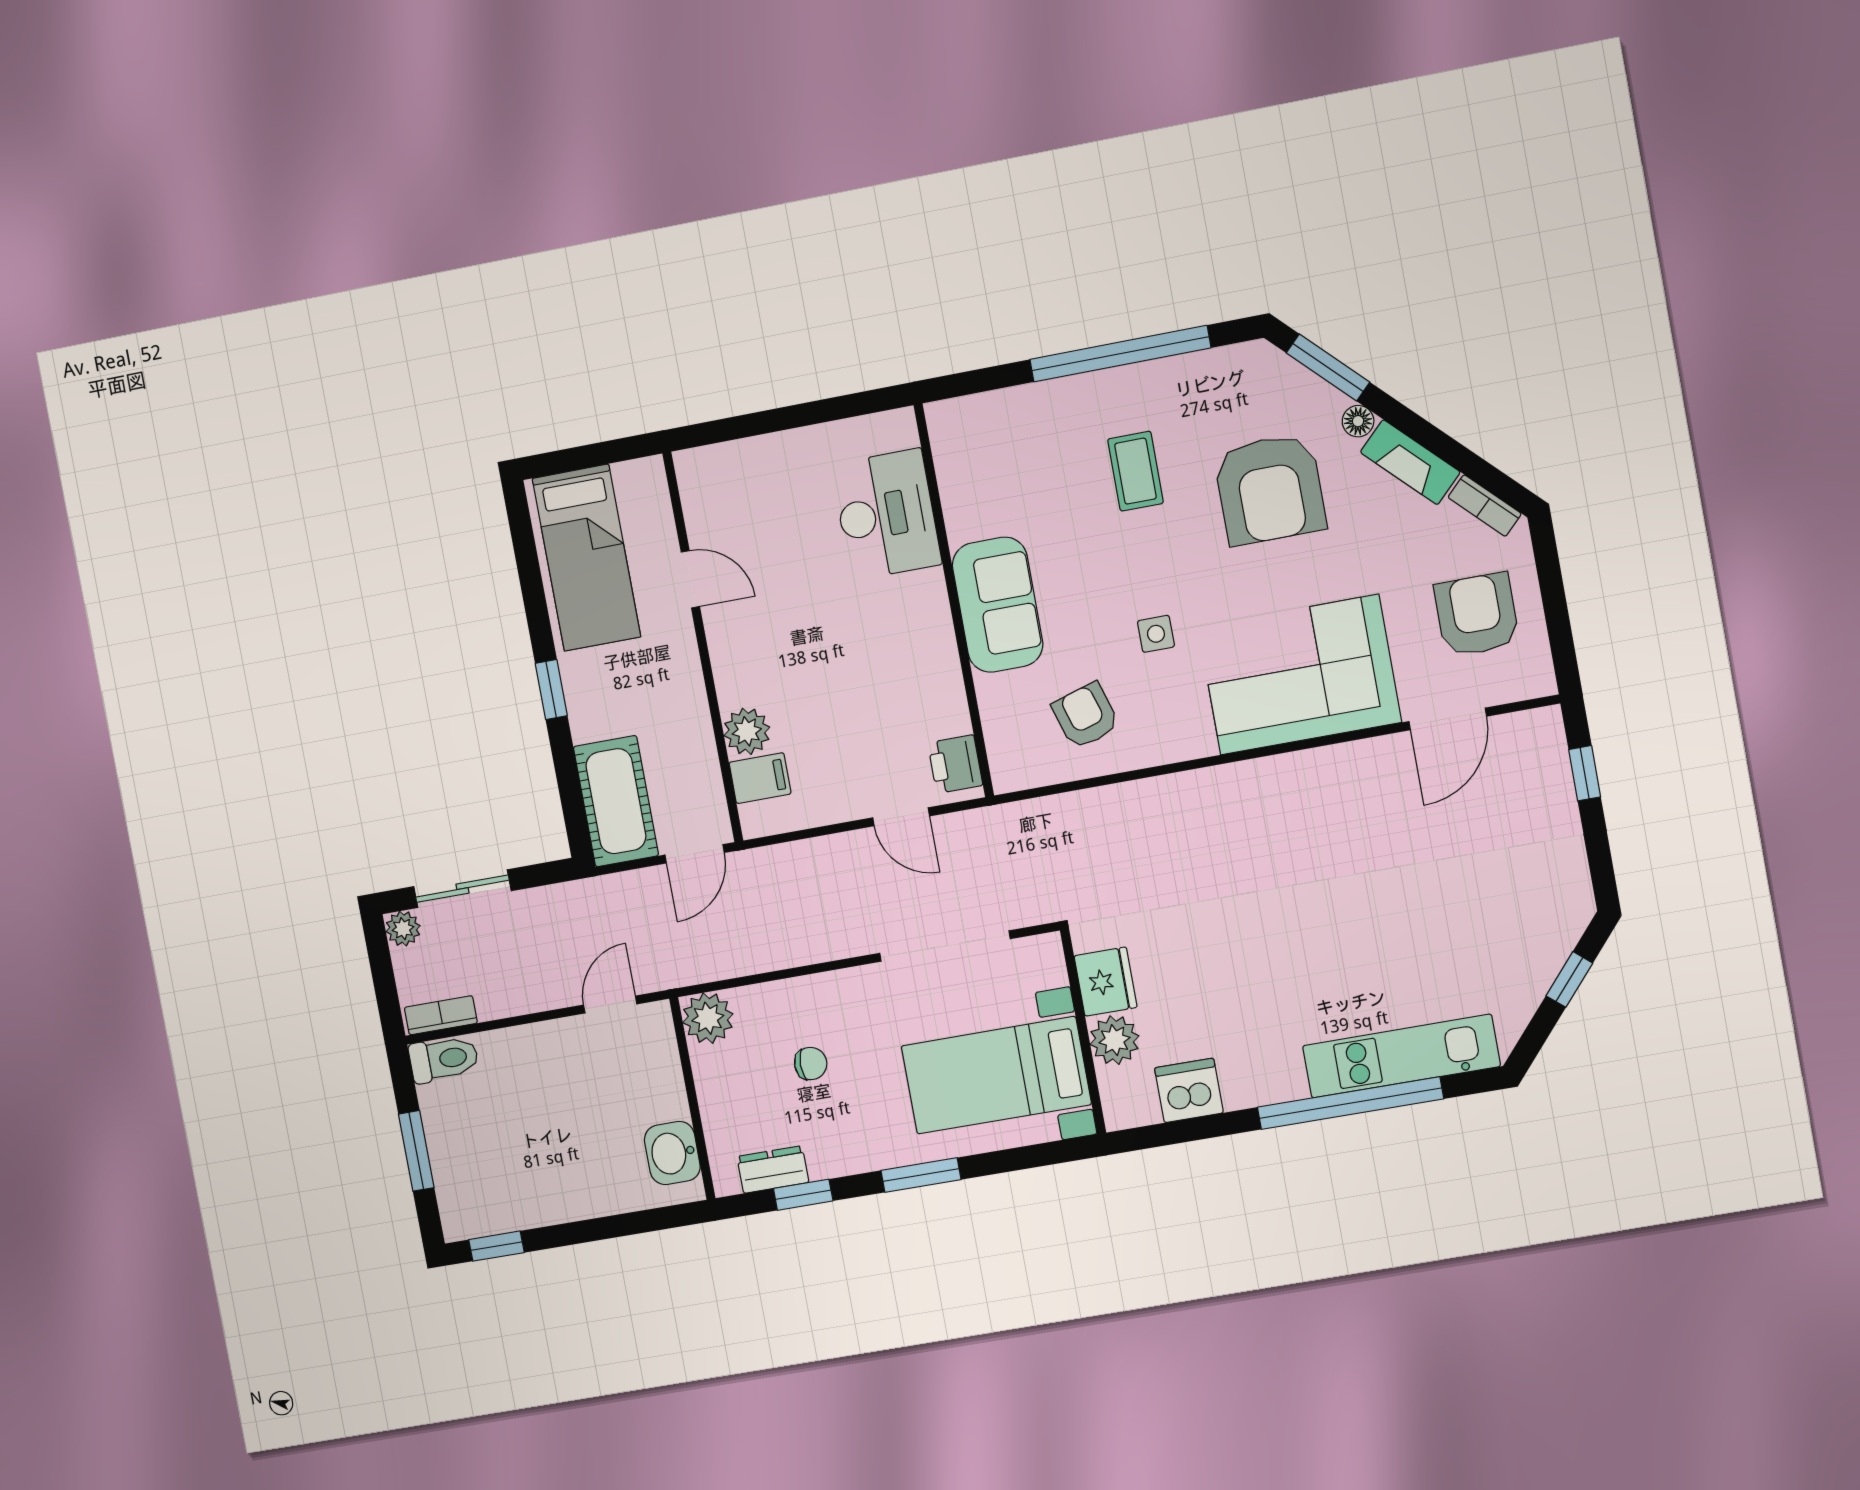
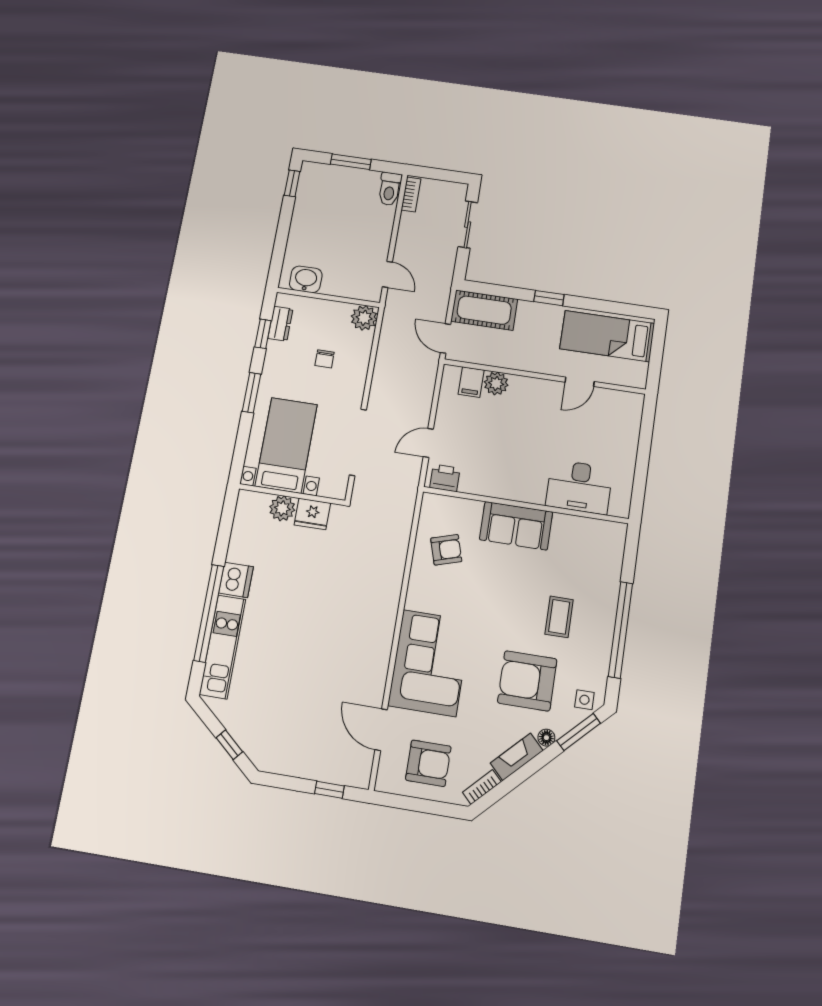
coffee table: (1135, 471) -> (559, 617), turned 90
side table: (1156, 634) -> (584, 700), moved
plant: (403, 929) -> (458, 191), removed
dishwasher: (1189, 1090) -> (236, 580), moved

